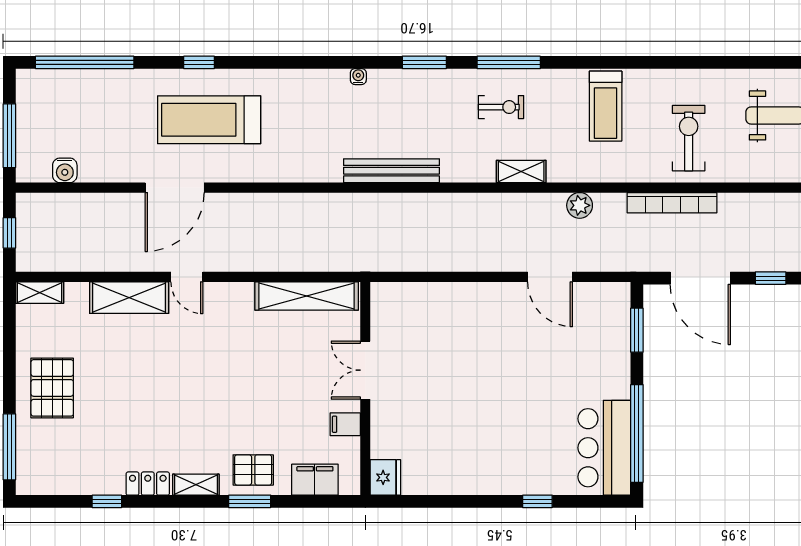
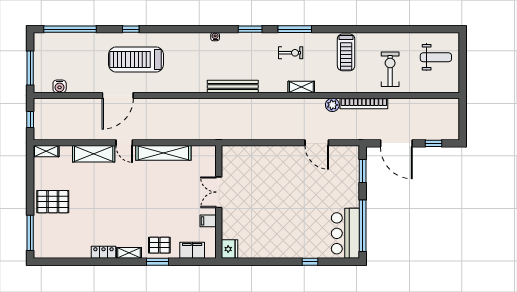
bookcase: (672, 203) -> (364, 103), moved
shelving: (307, 296) -> (163, 153), moved
pallet: (52, 388) -> (53, 202), turned 90
window: (107, 501) -> (82, 262), removed

